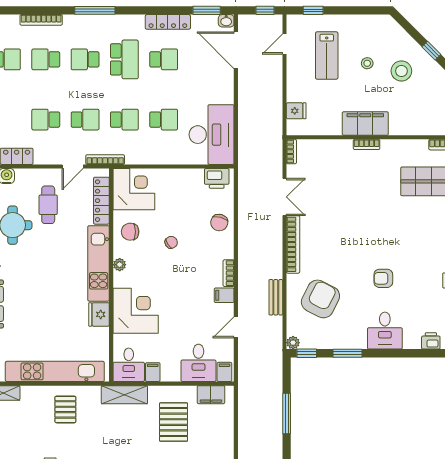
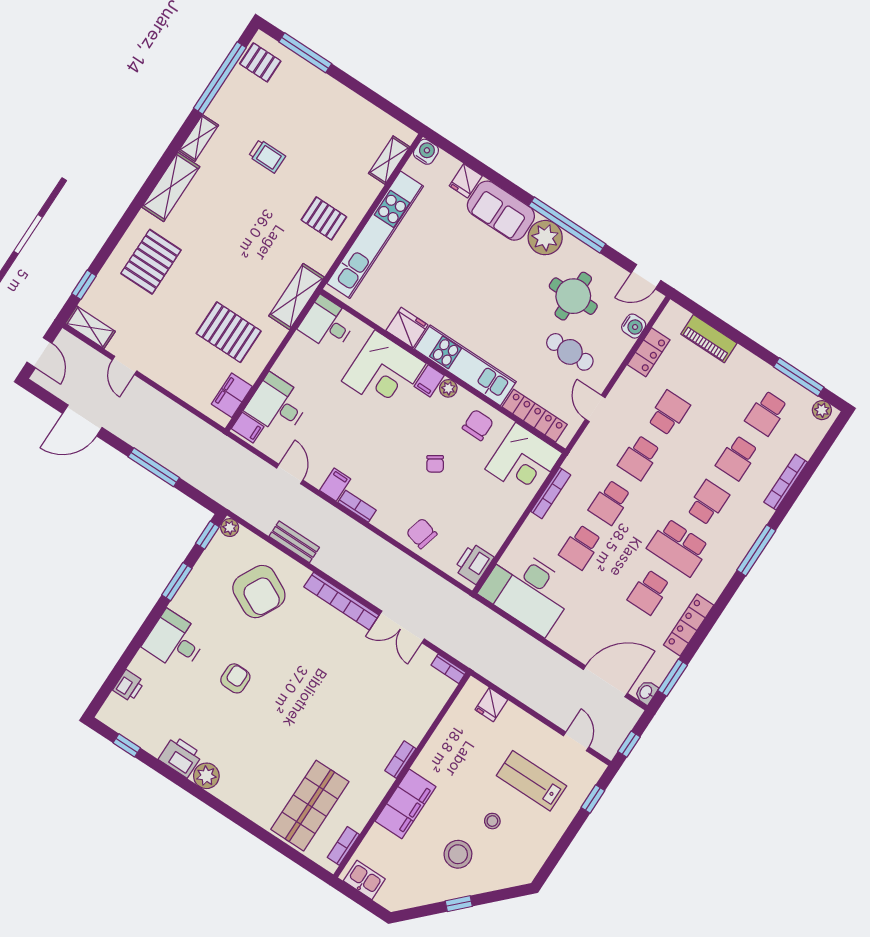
school desk: (46, 59) -> (737, 458), turned 180
filing cabinet: (365, 123) -> (405, 804), moved
bookcase: (105, 160) -> (551, 493), moved
filing cabinet: (153, 372) -> (429, 381), moved, turned 90

